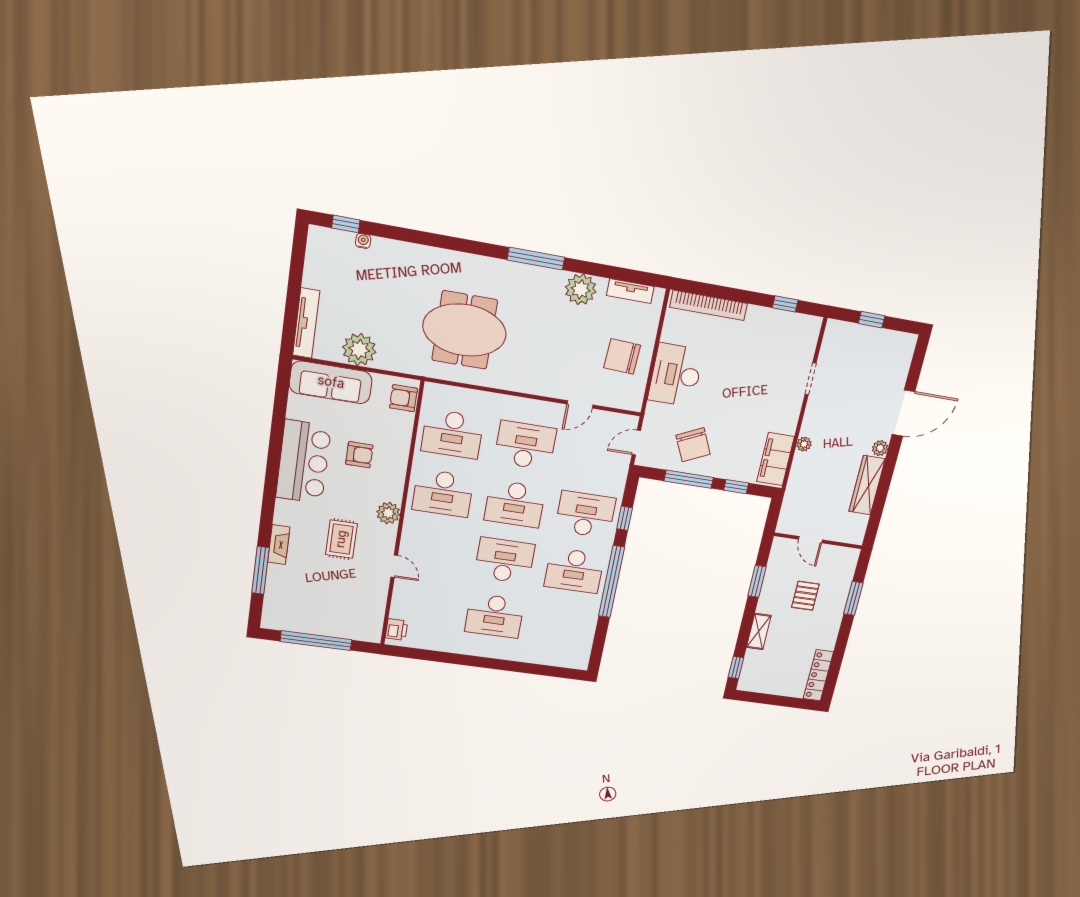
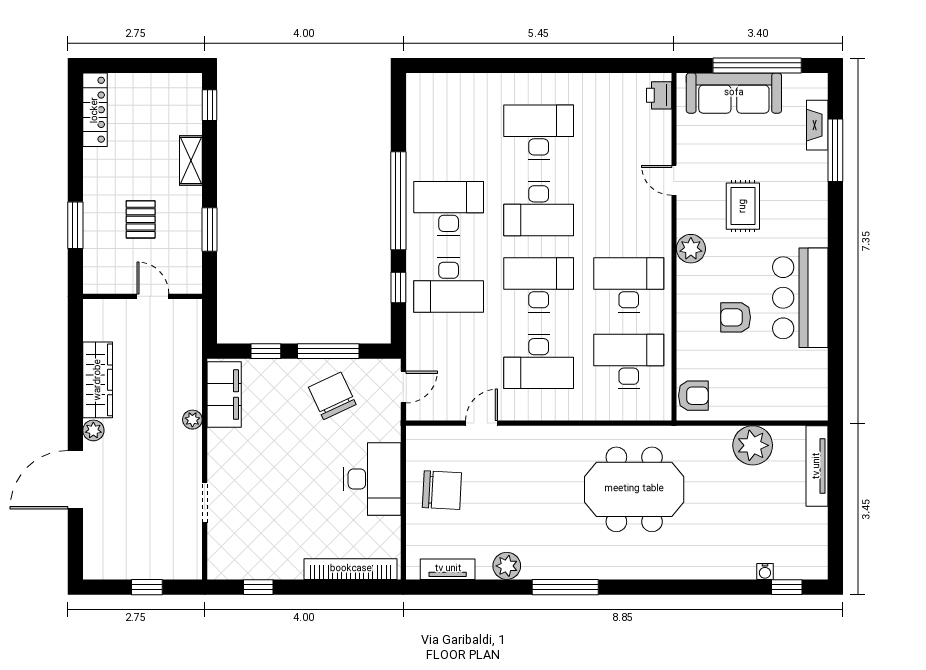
plant: (581, 289) -> (507, 566), width x0.73, depth x0.73
sofa: (331, 382) -> (734, 93), moved, turned 180
fireplace: (279, 545) -> (817, 125), moved

